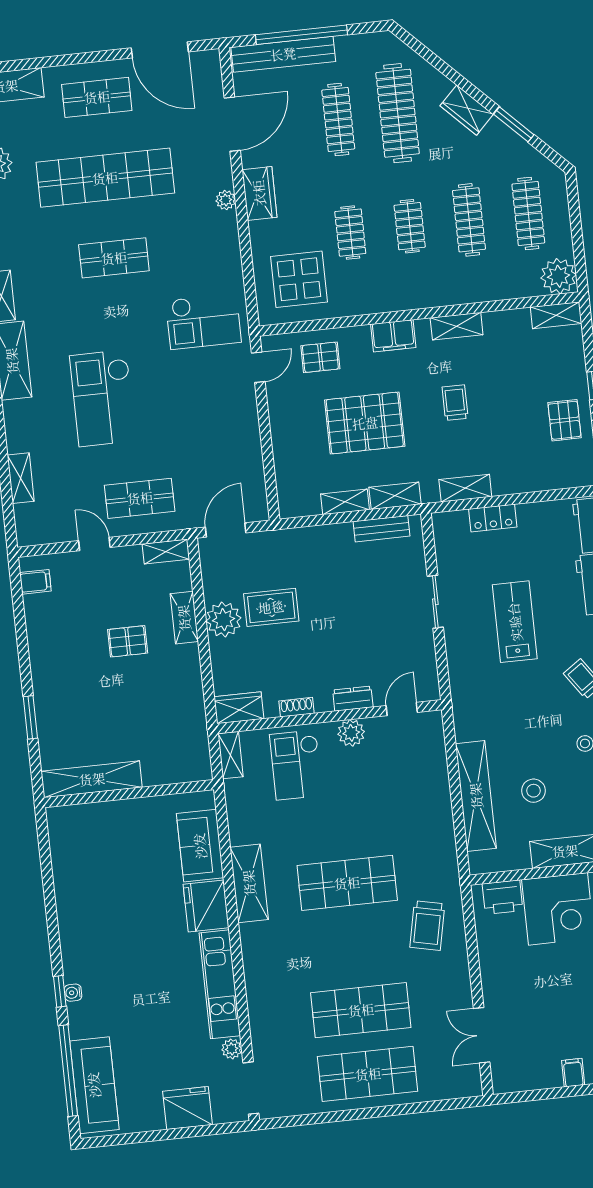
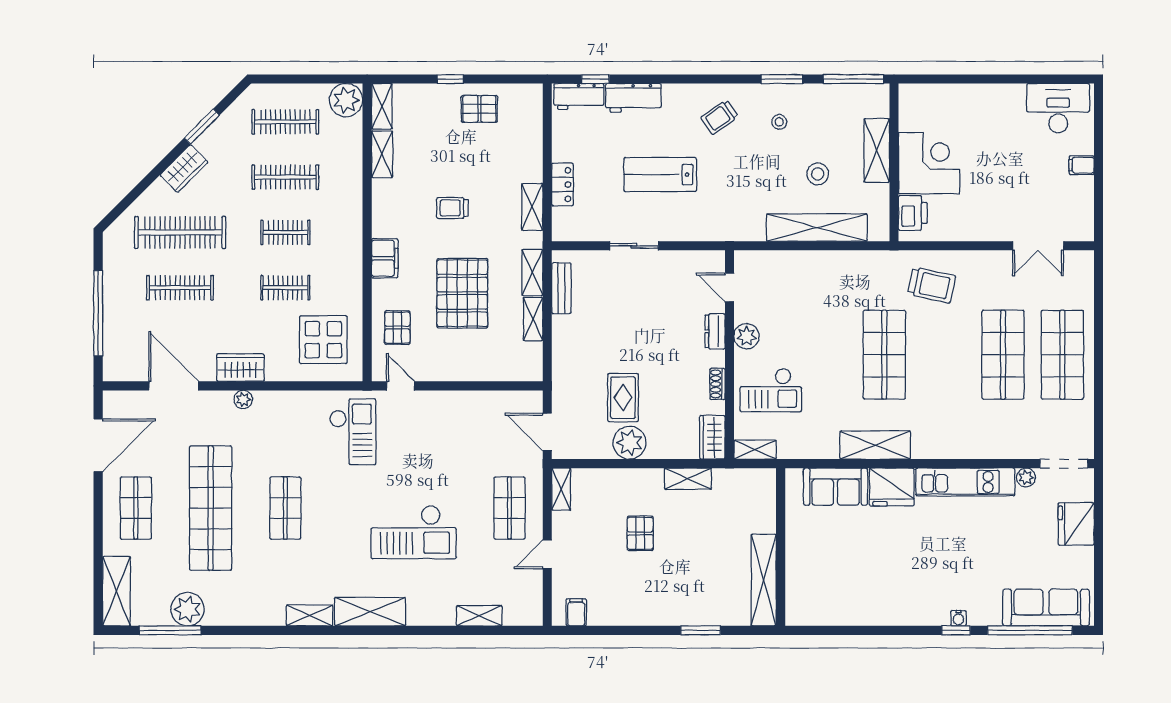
bench: (283, 54) -> (114, 332), removed
shelving: (457, 326) -> (382, 154), moved
shelving: (184, 618) -> (688, 479), moved

